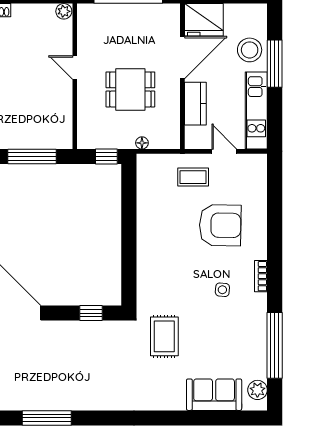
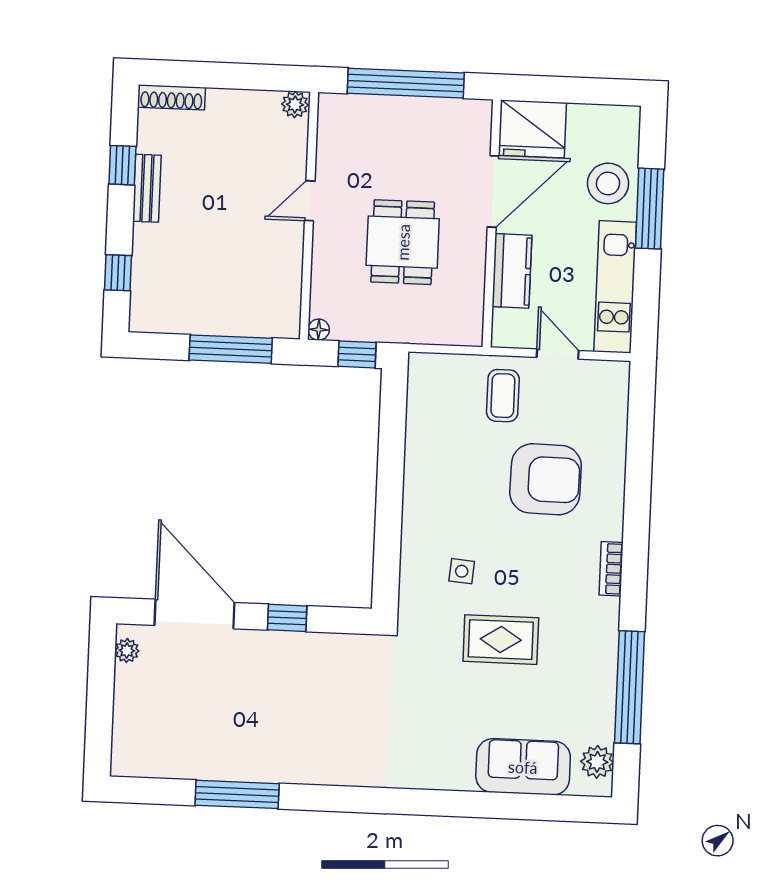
door: (75, 67) -> (310, 201), hinge flipped
dining table: (130, 89) -> (403, 242), turned 90
floor lamp: (142, 143) -> (319, 330), moved
coffee table: (193, 177) -> (503, 396), turned 90
side table: (222, 290) -> (462, 571), moved
window: (91, 313) -> (287, 618), moved
rug: (164, 336) -> (501, 640), moved, turned 90

